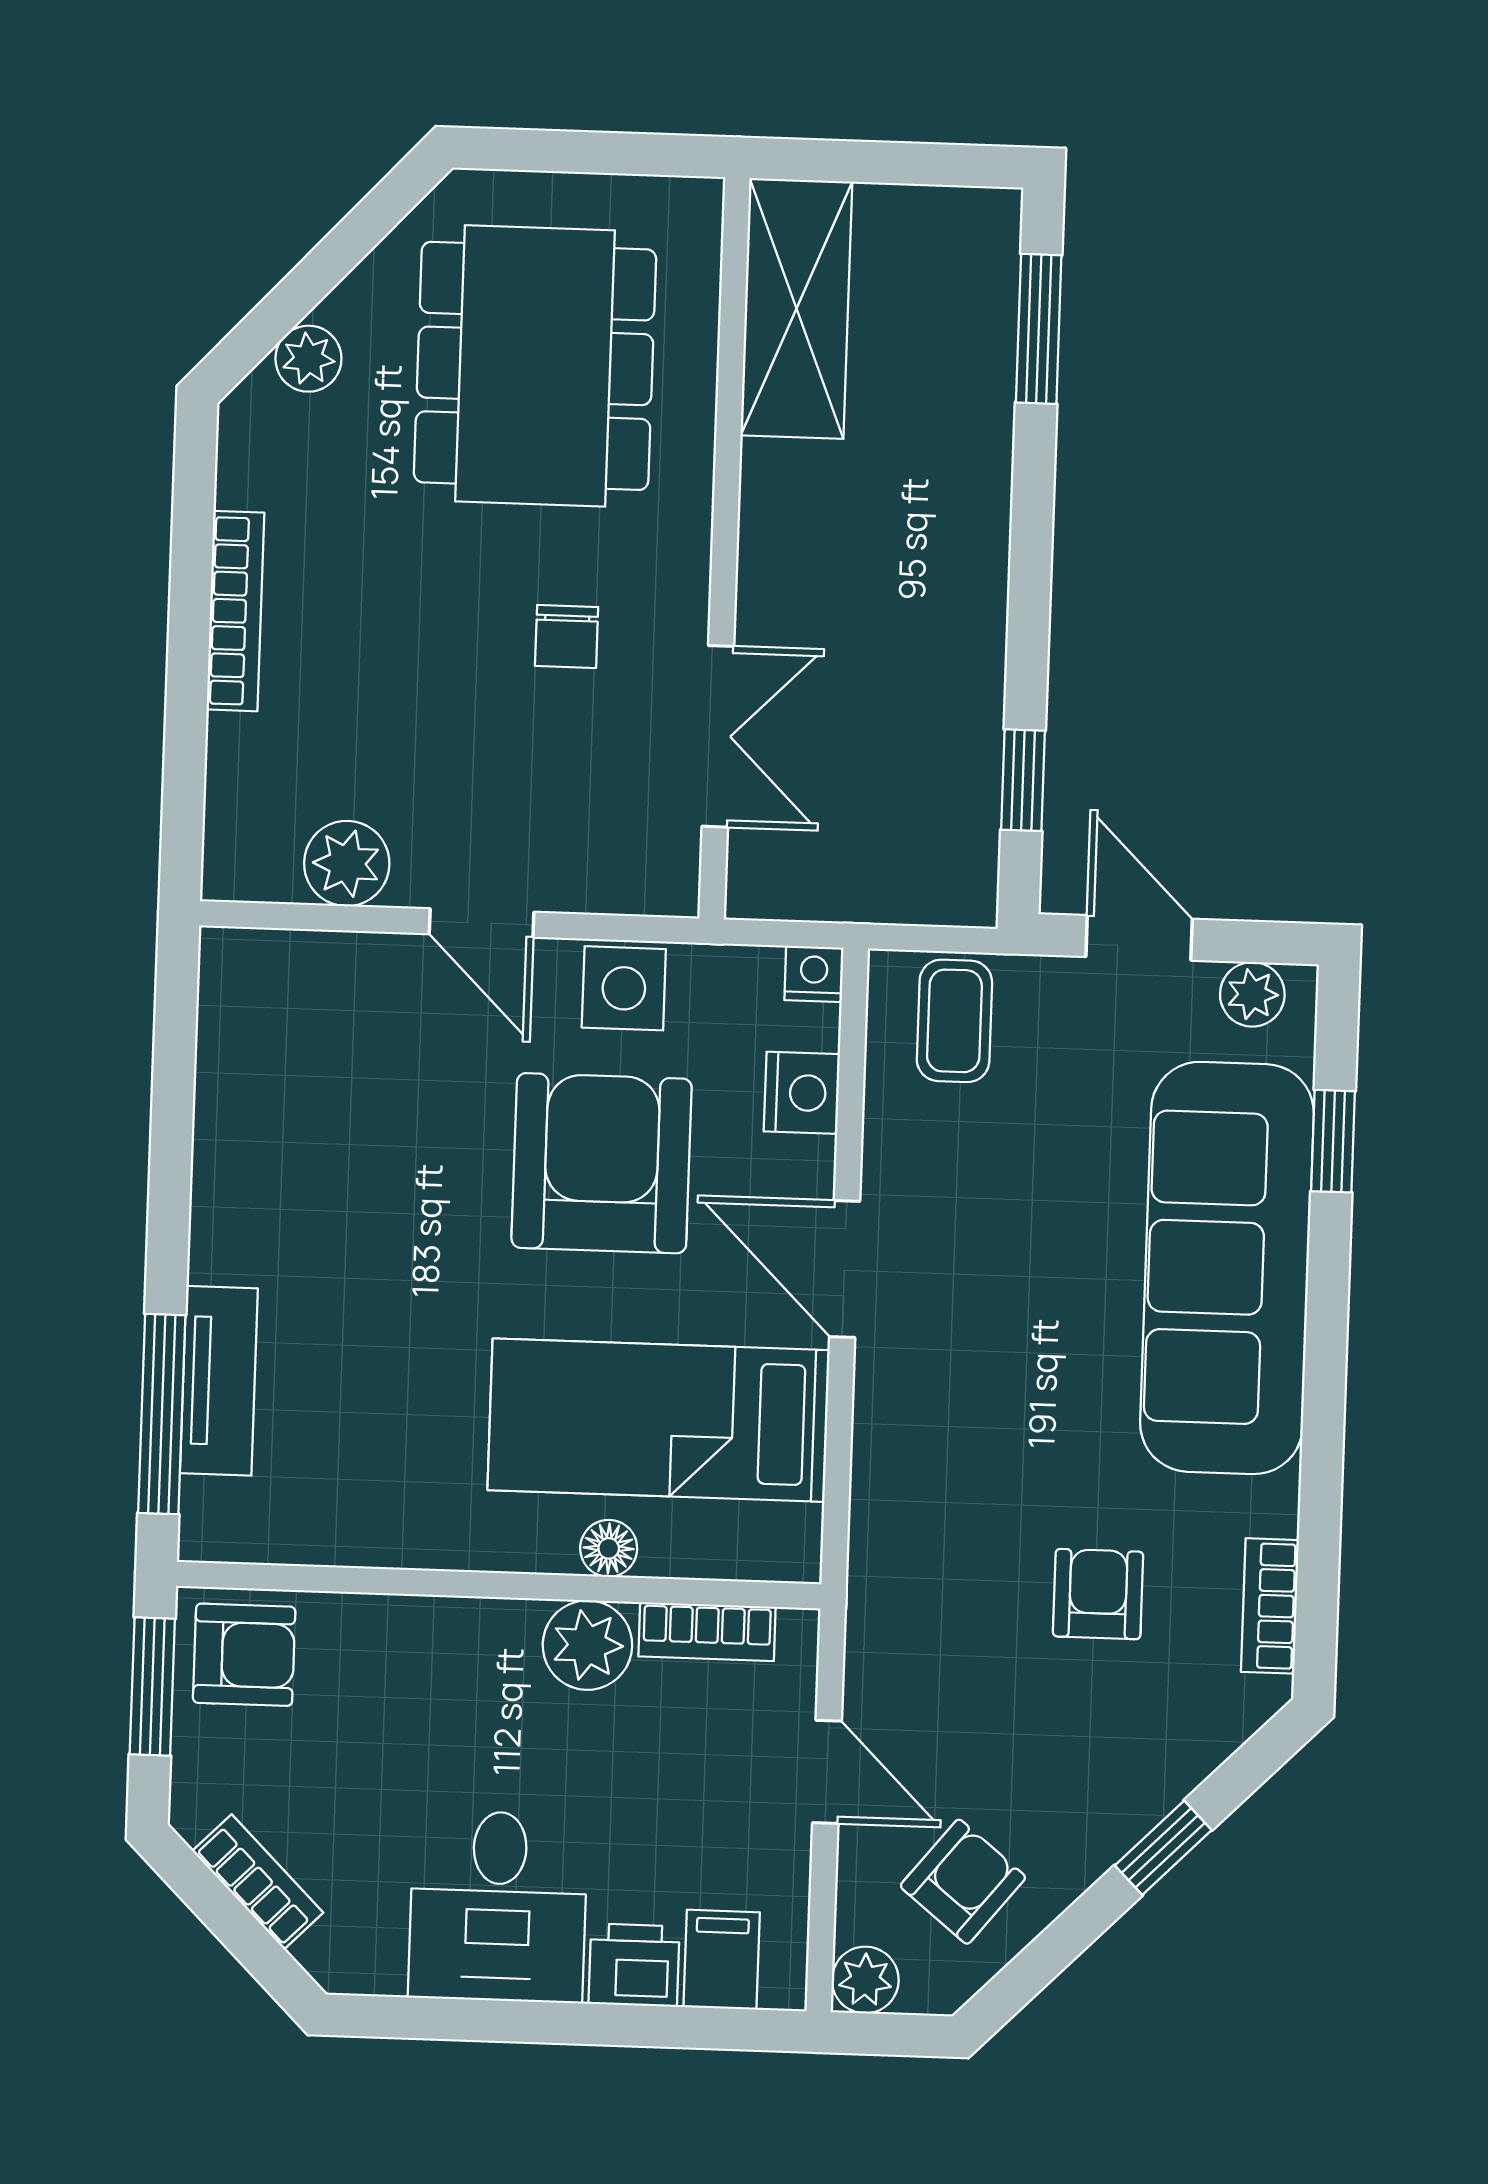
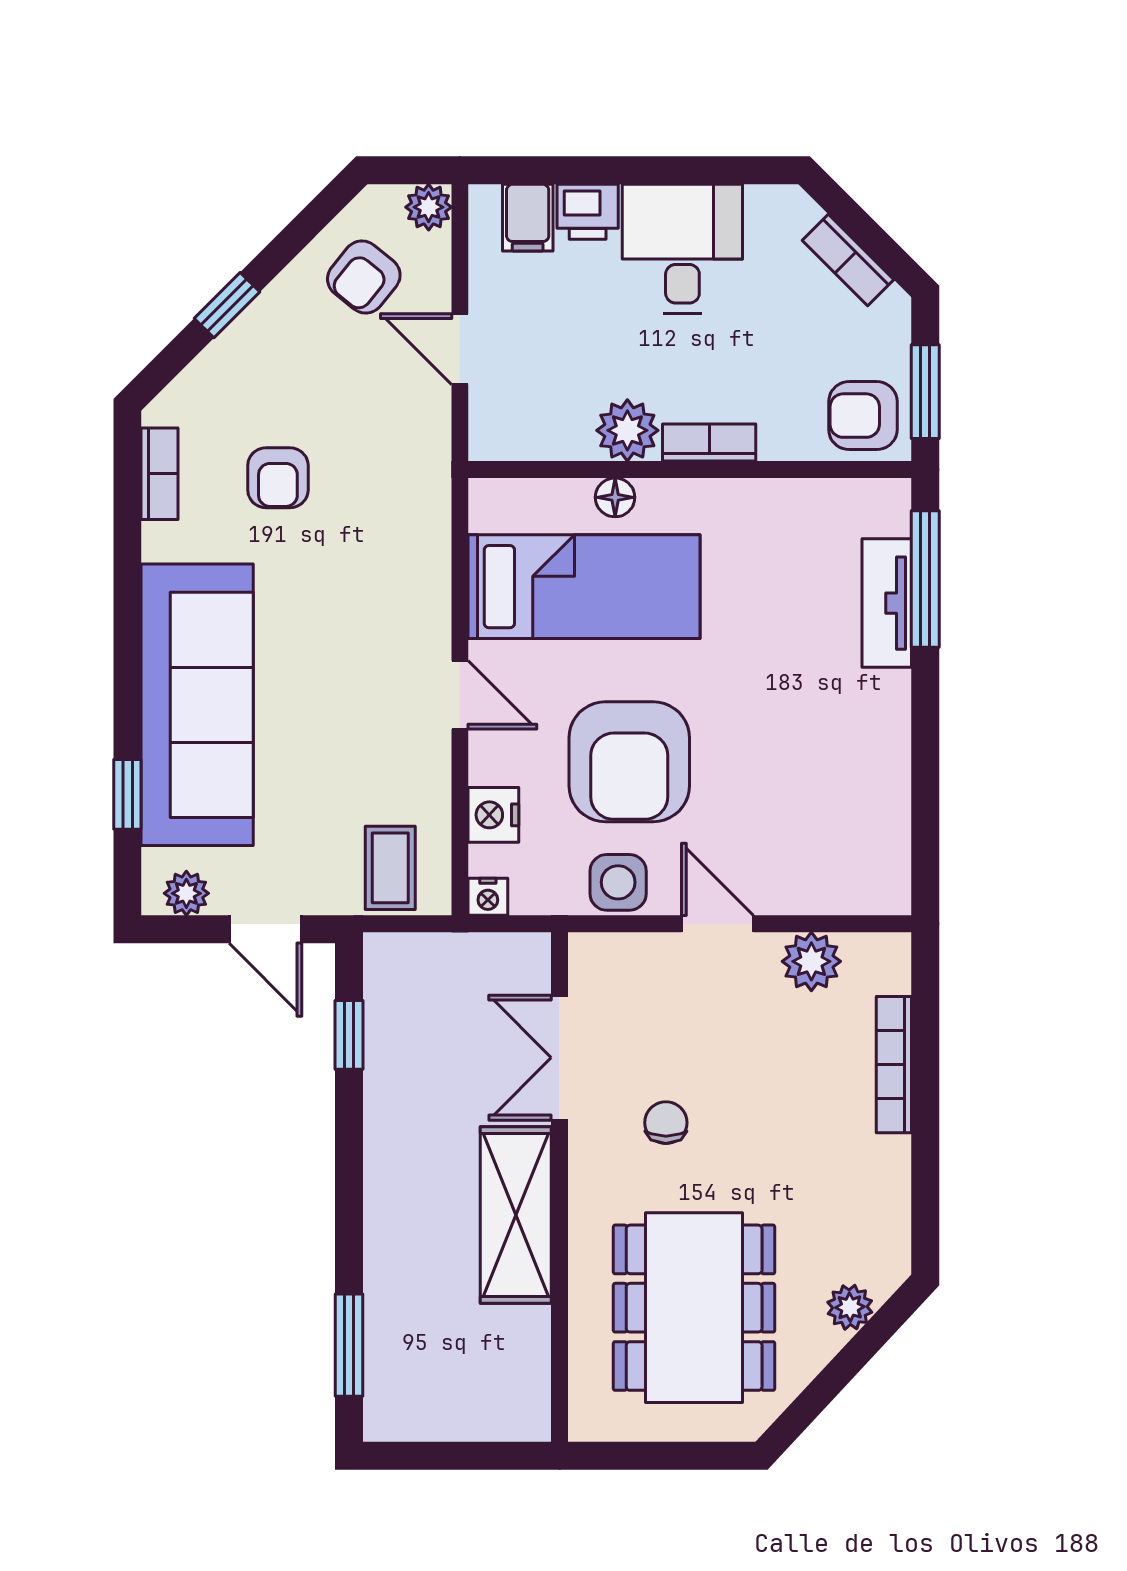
shelving: (796, 308) -> (516, 1215), moved
bookcase: (235, 611) -> (894, 1065), moved
door: (845, 1269) -> (460, 695), width x0.73
bookcase: (707, 1632) -> (709, 443), moved

